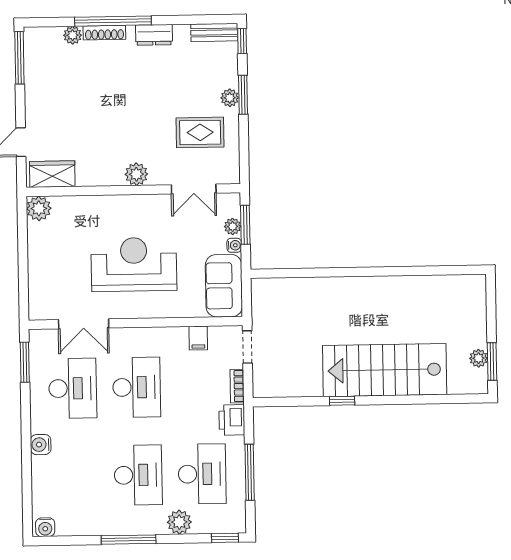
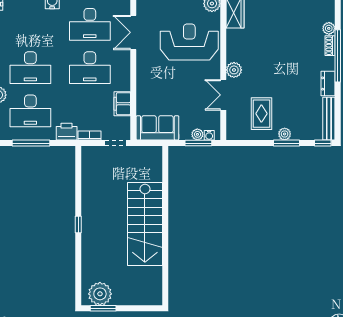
bench: (214, 32) -> (329, 119), width x1.36
shoe rack: (104, 33) -> (330, 46), width x0.70
double door: (194, 189) -> (223, 95), moved
water cooler: (234, 245) -> (209, 135), moved
reception desk: (134, 264) -> (189, 42), moved, turned -90
filing cabinet: (198, 338) -> (122, 104), width x2.00
plant: (479, 358) -> (100, 294), width x1.87, depth x1.87
stairs: (385, 370) -> (145, 224), moved, turned 180
window: (342, 401) -> (78, 224), moved

